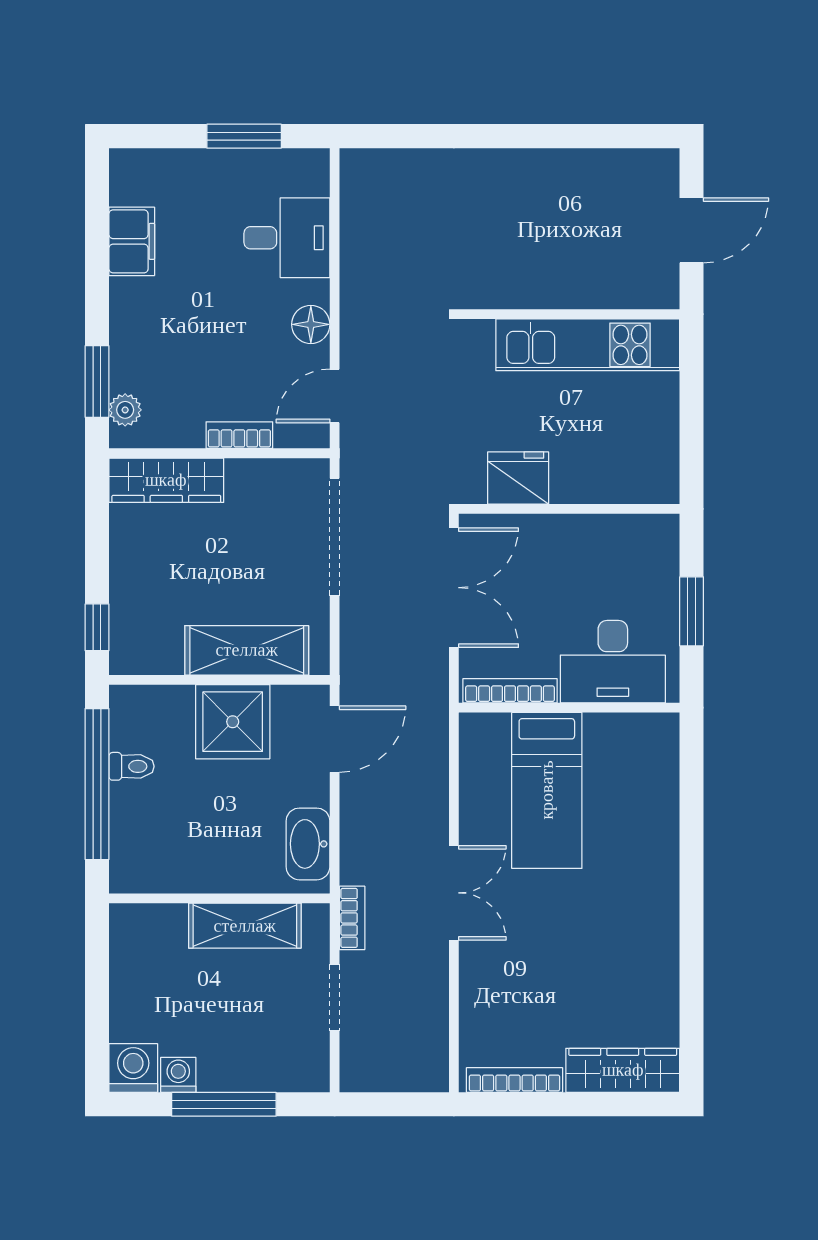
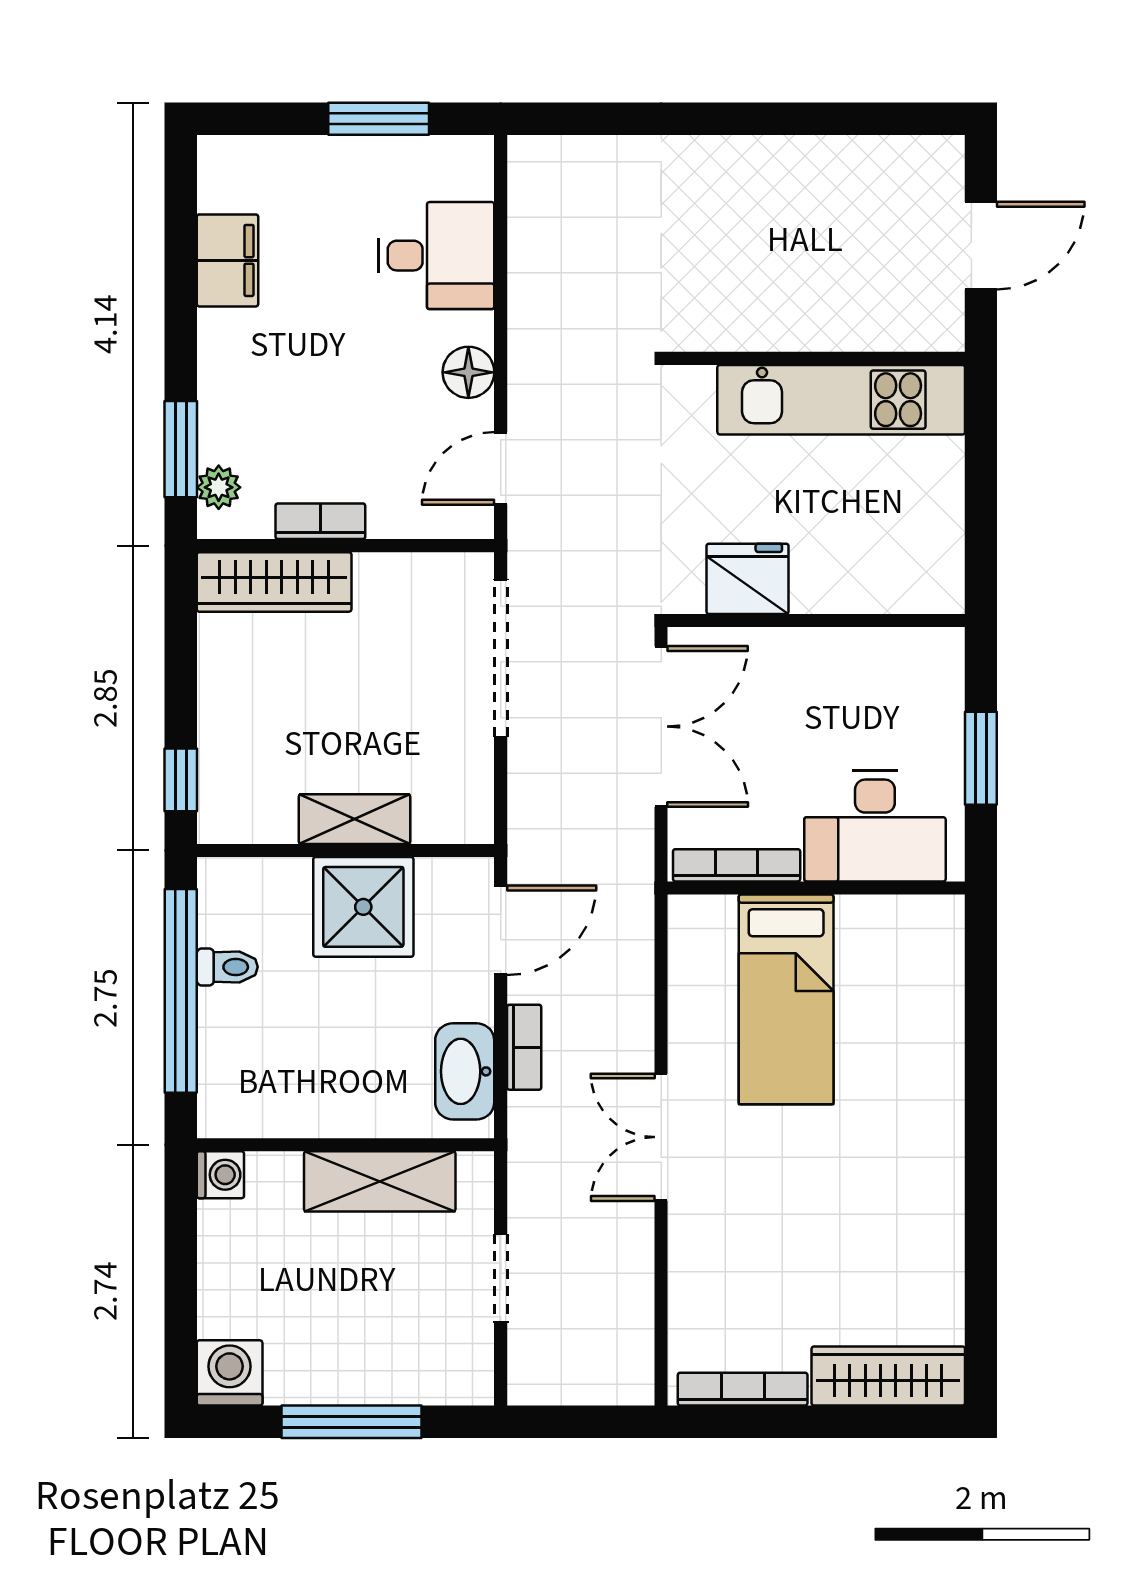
bookcase: (239, 435) -> (320, 521), moved
shelving: (247, 650) -> (354, 819), width x0.67, depth x0.75
double door: (454, 893) -> (661, 1137), swing flipped
bookcase: (352, 918) -> (524, 1047), moved
washing machine: (178, 1075) -> (220, 1175), moved, turned 90

